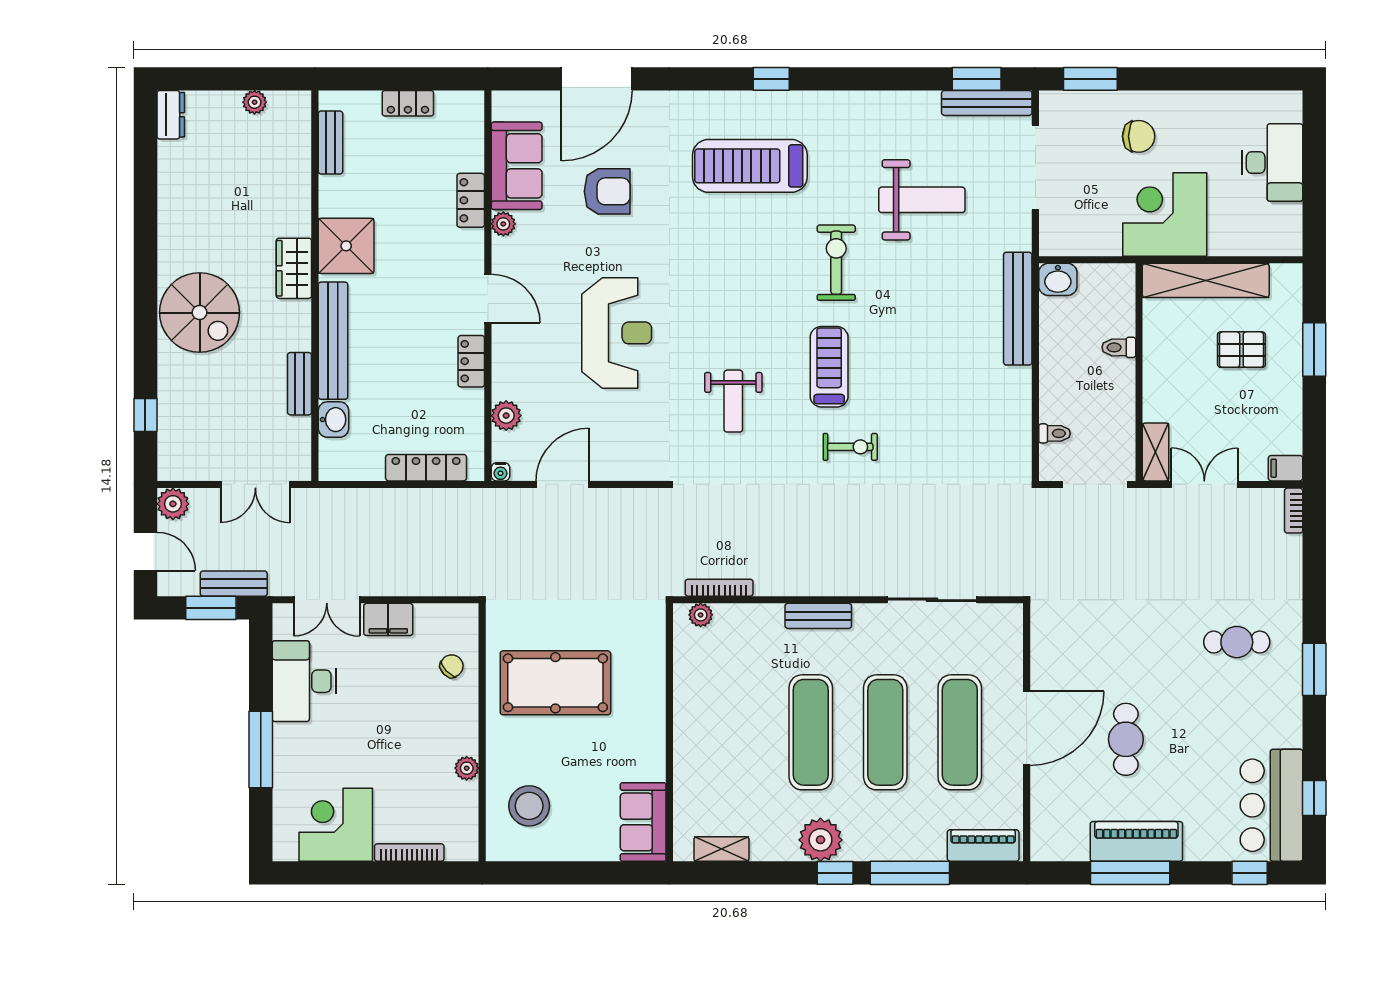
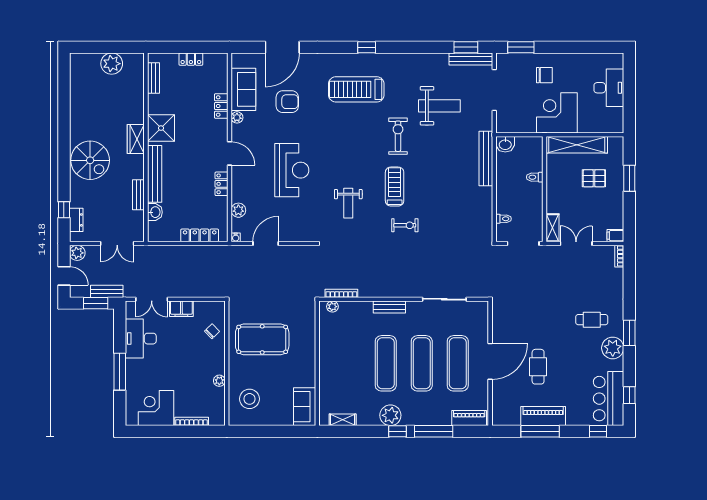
plant: (255, 102) -> (112, 64), width x1.88, depth x1.88
dresser: (171, 115) -> (76, 220), moved
plant: (1280, 701) -> (613, 348), added

